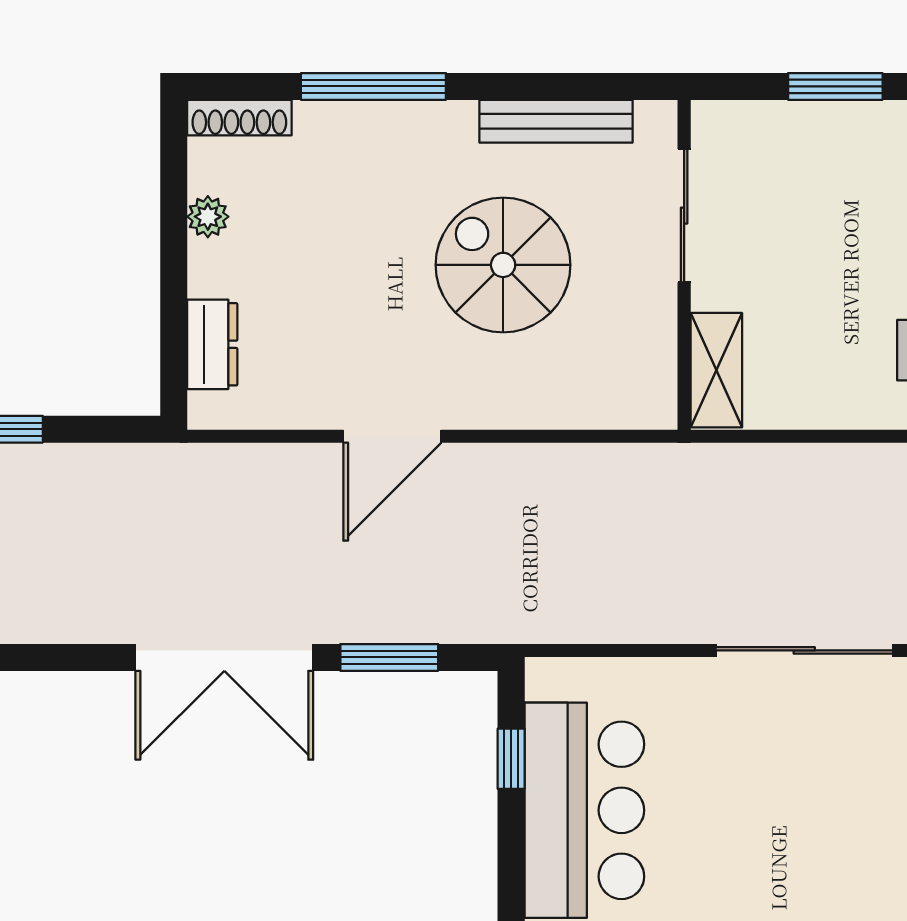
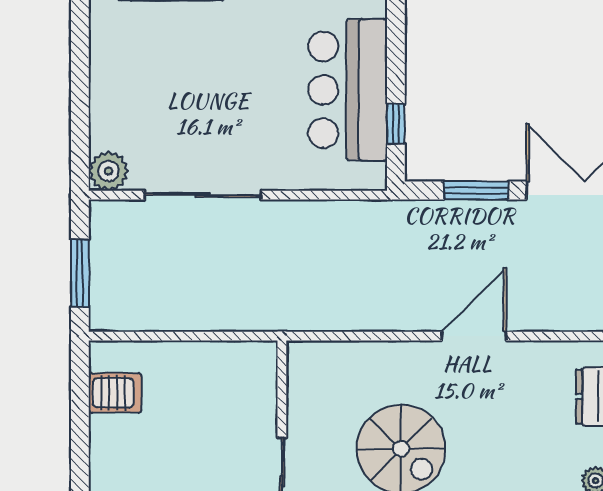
shelving: (716, 370) -> (261, 380), removed

